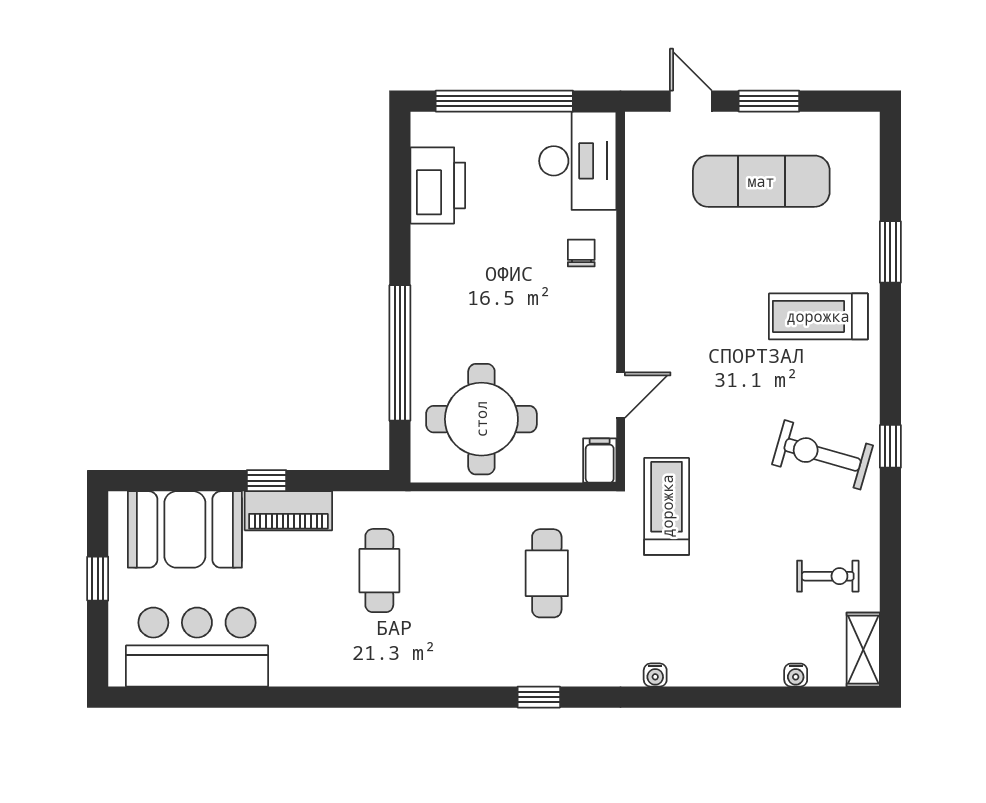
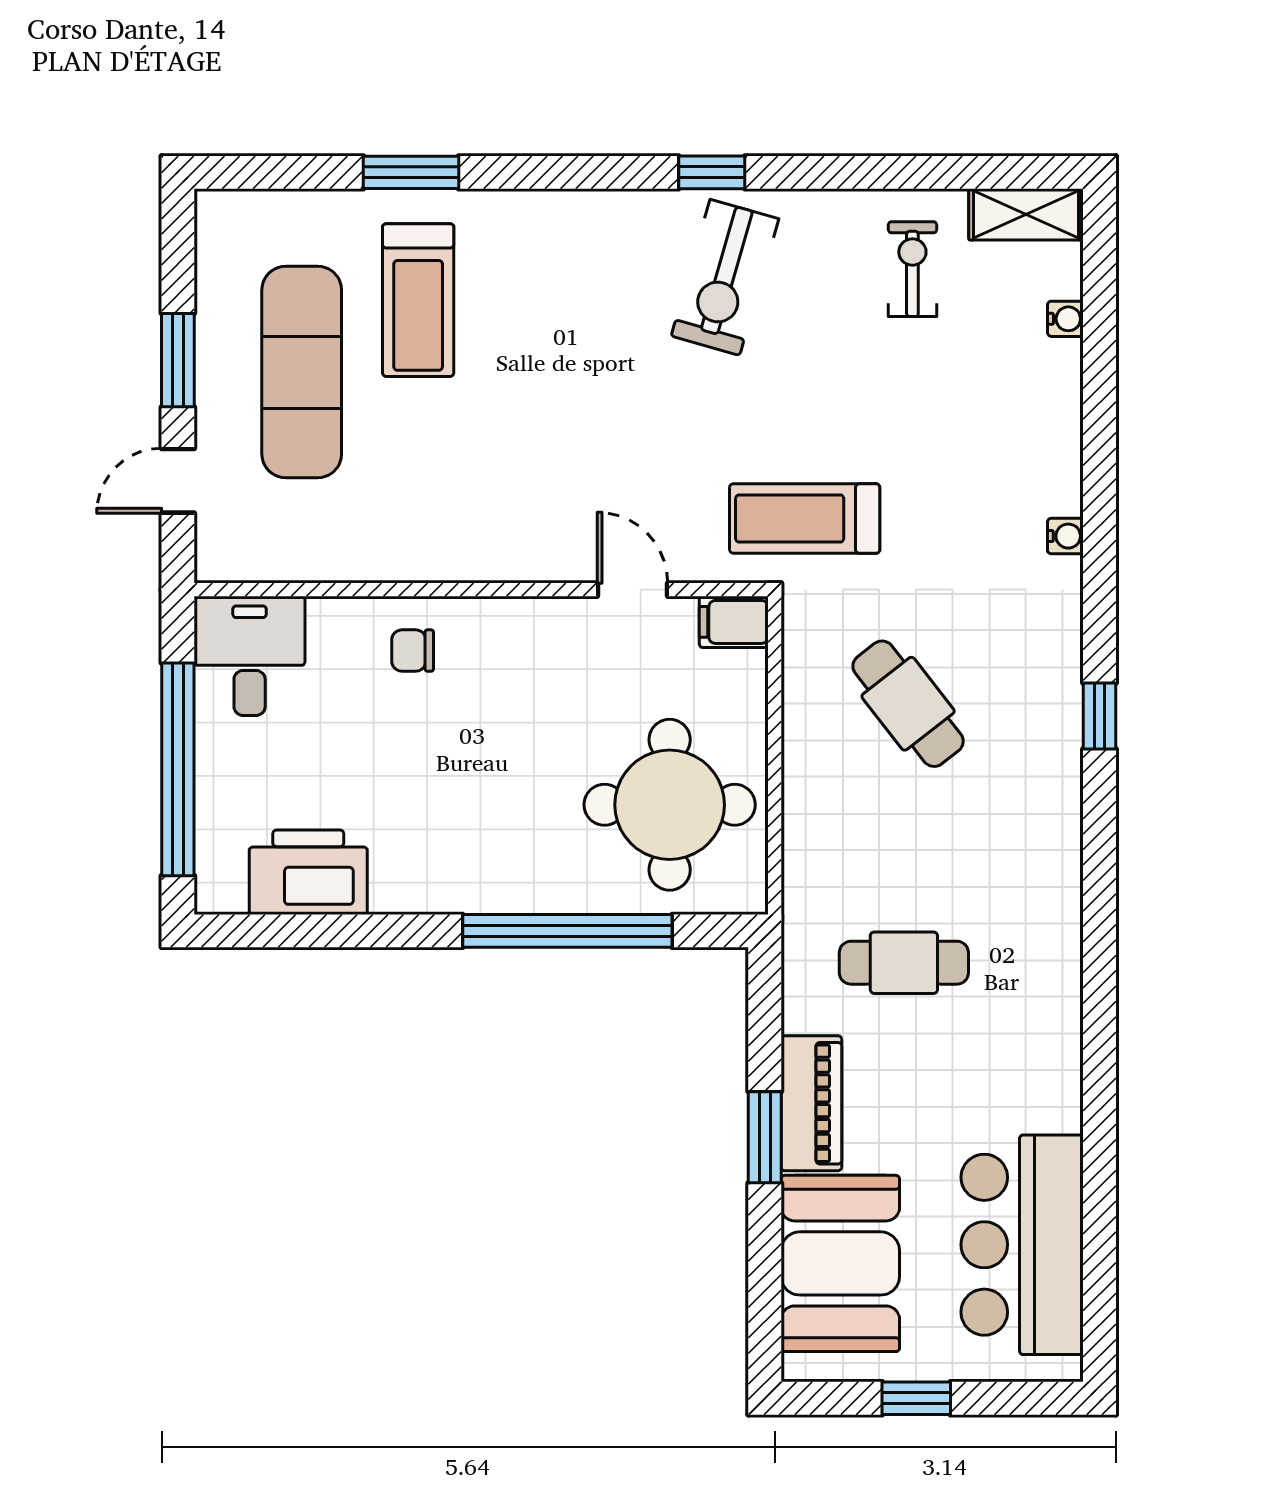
desk: (578, 161) -> (250, 656), width x0.73
treadmill: (818, 316) -> (418, 300), moved
window: (266, 481) -> (765, 1137), width x1.50
cafe table: (547, 573) -> (908, 704), turned 52

